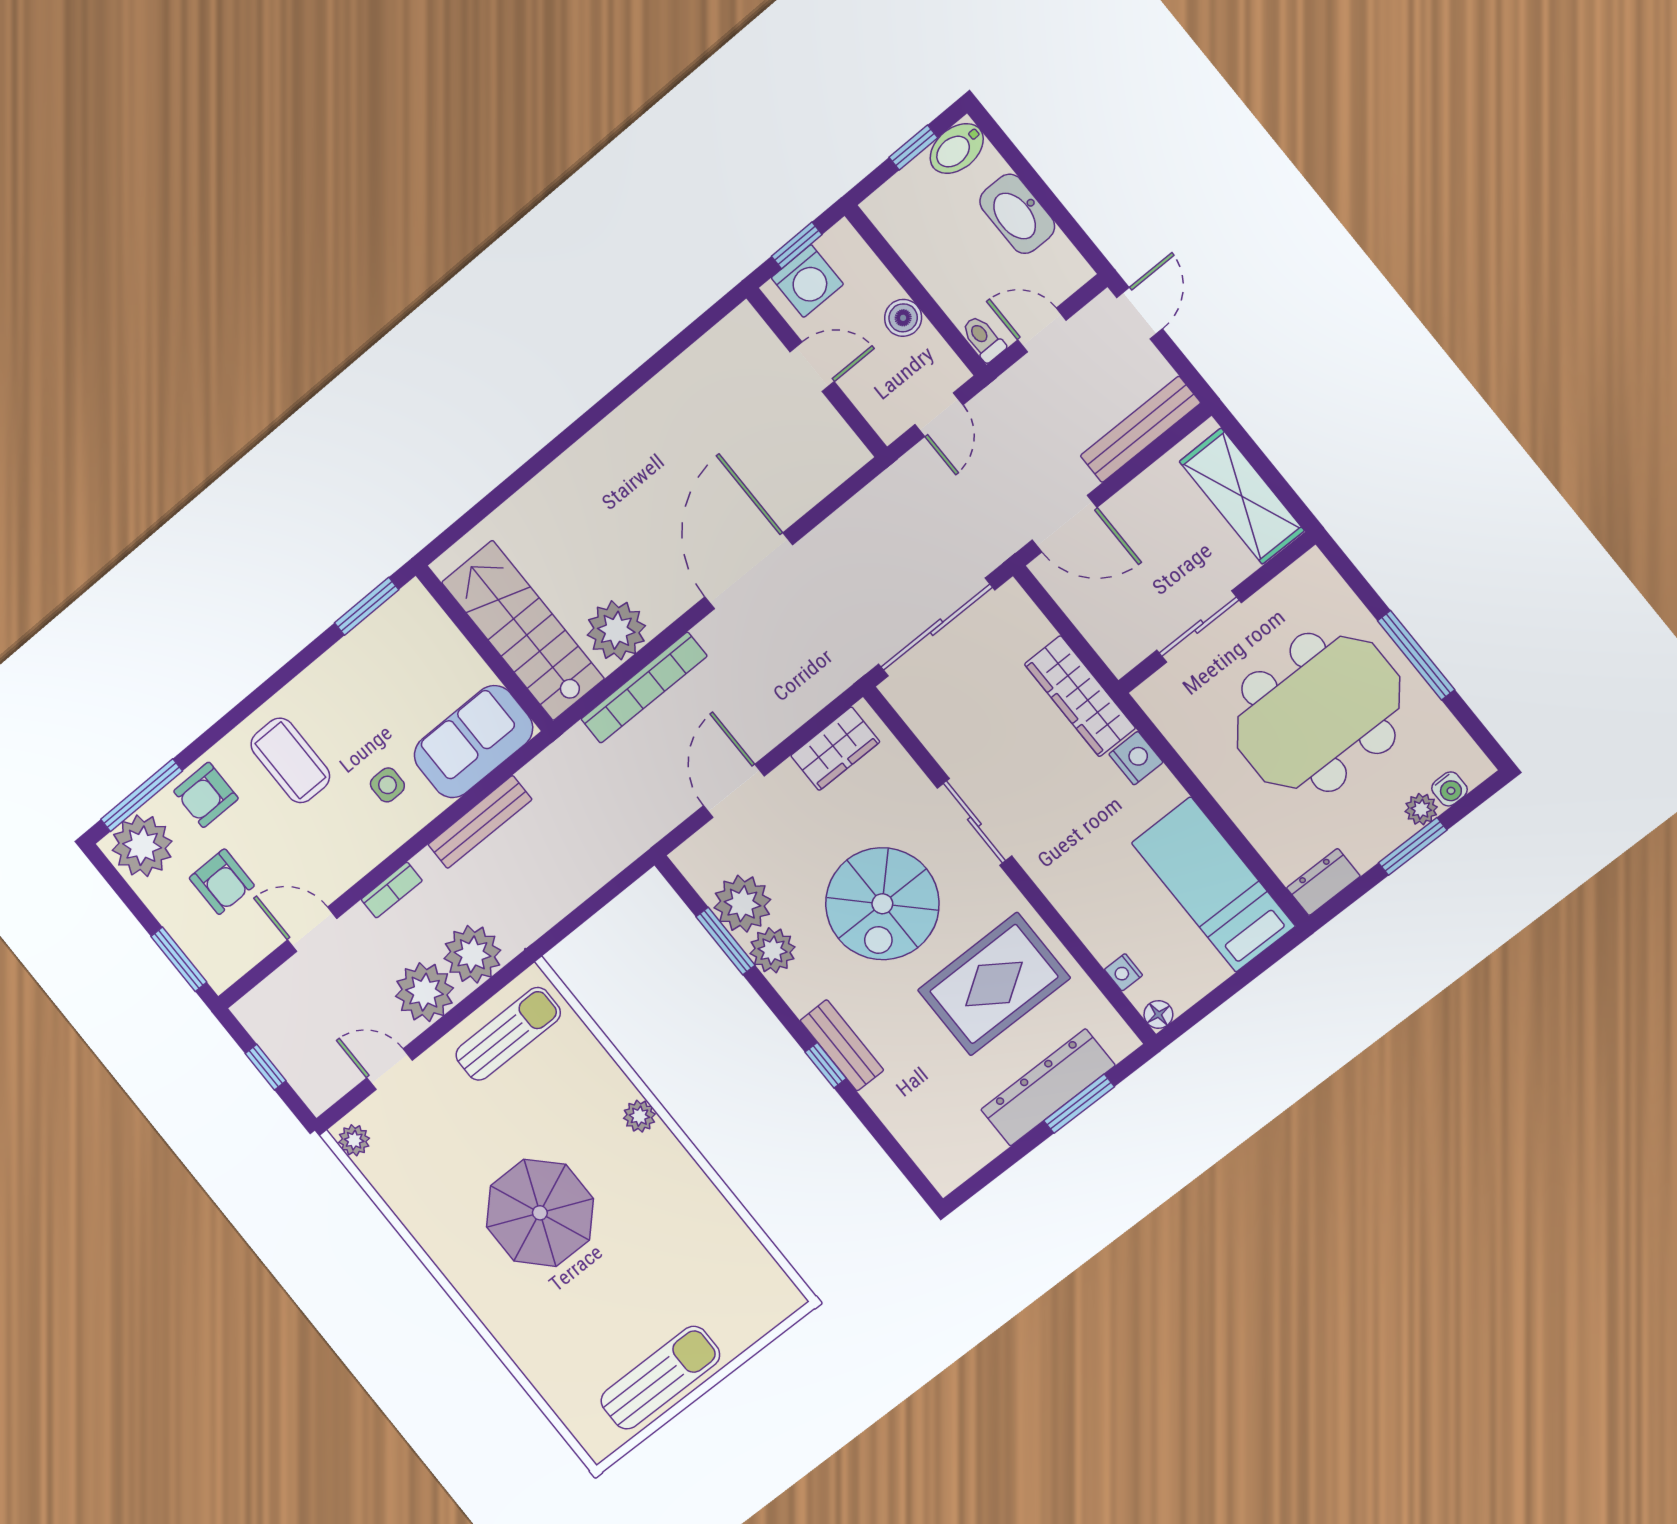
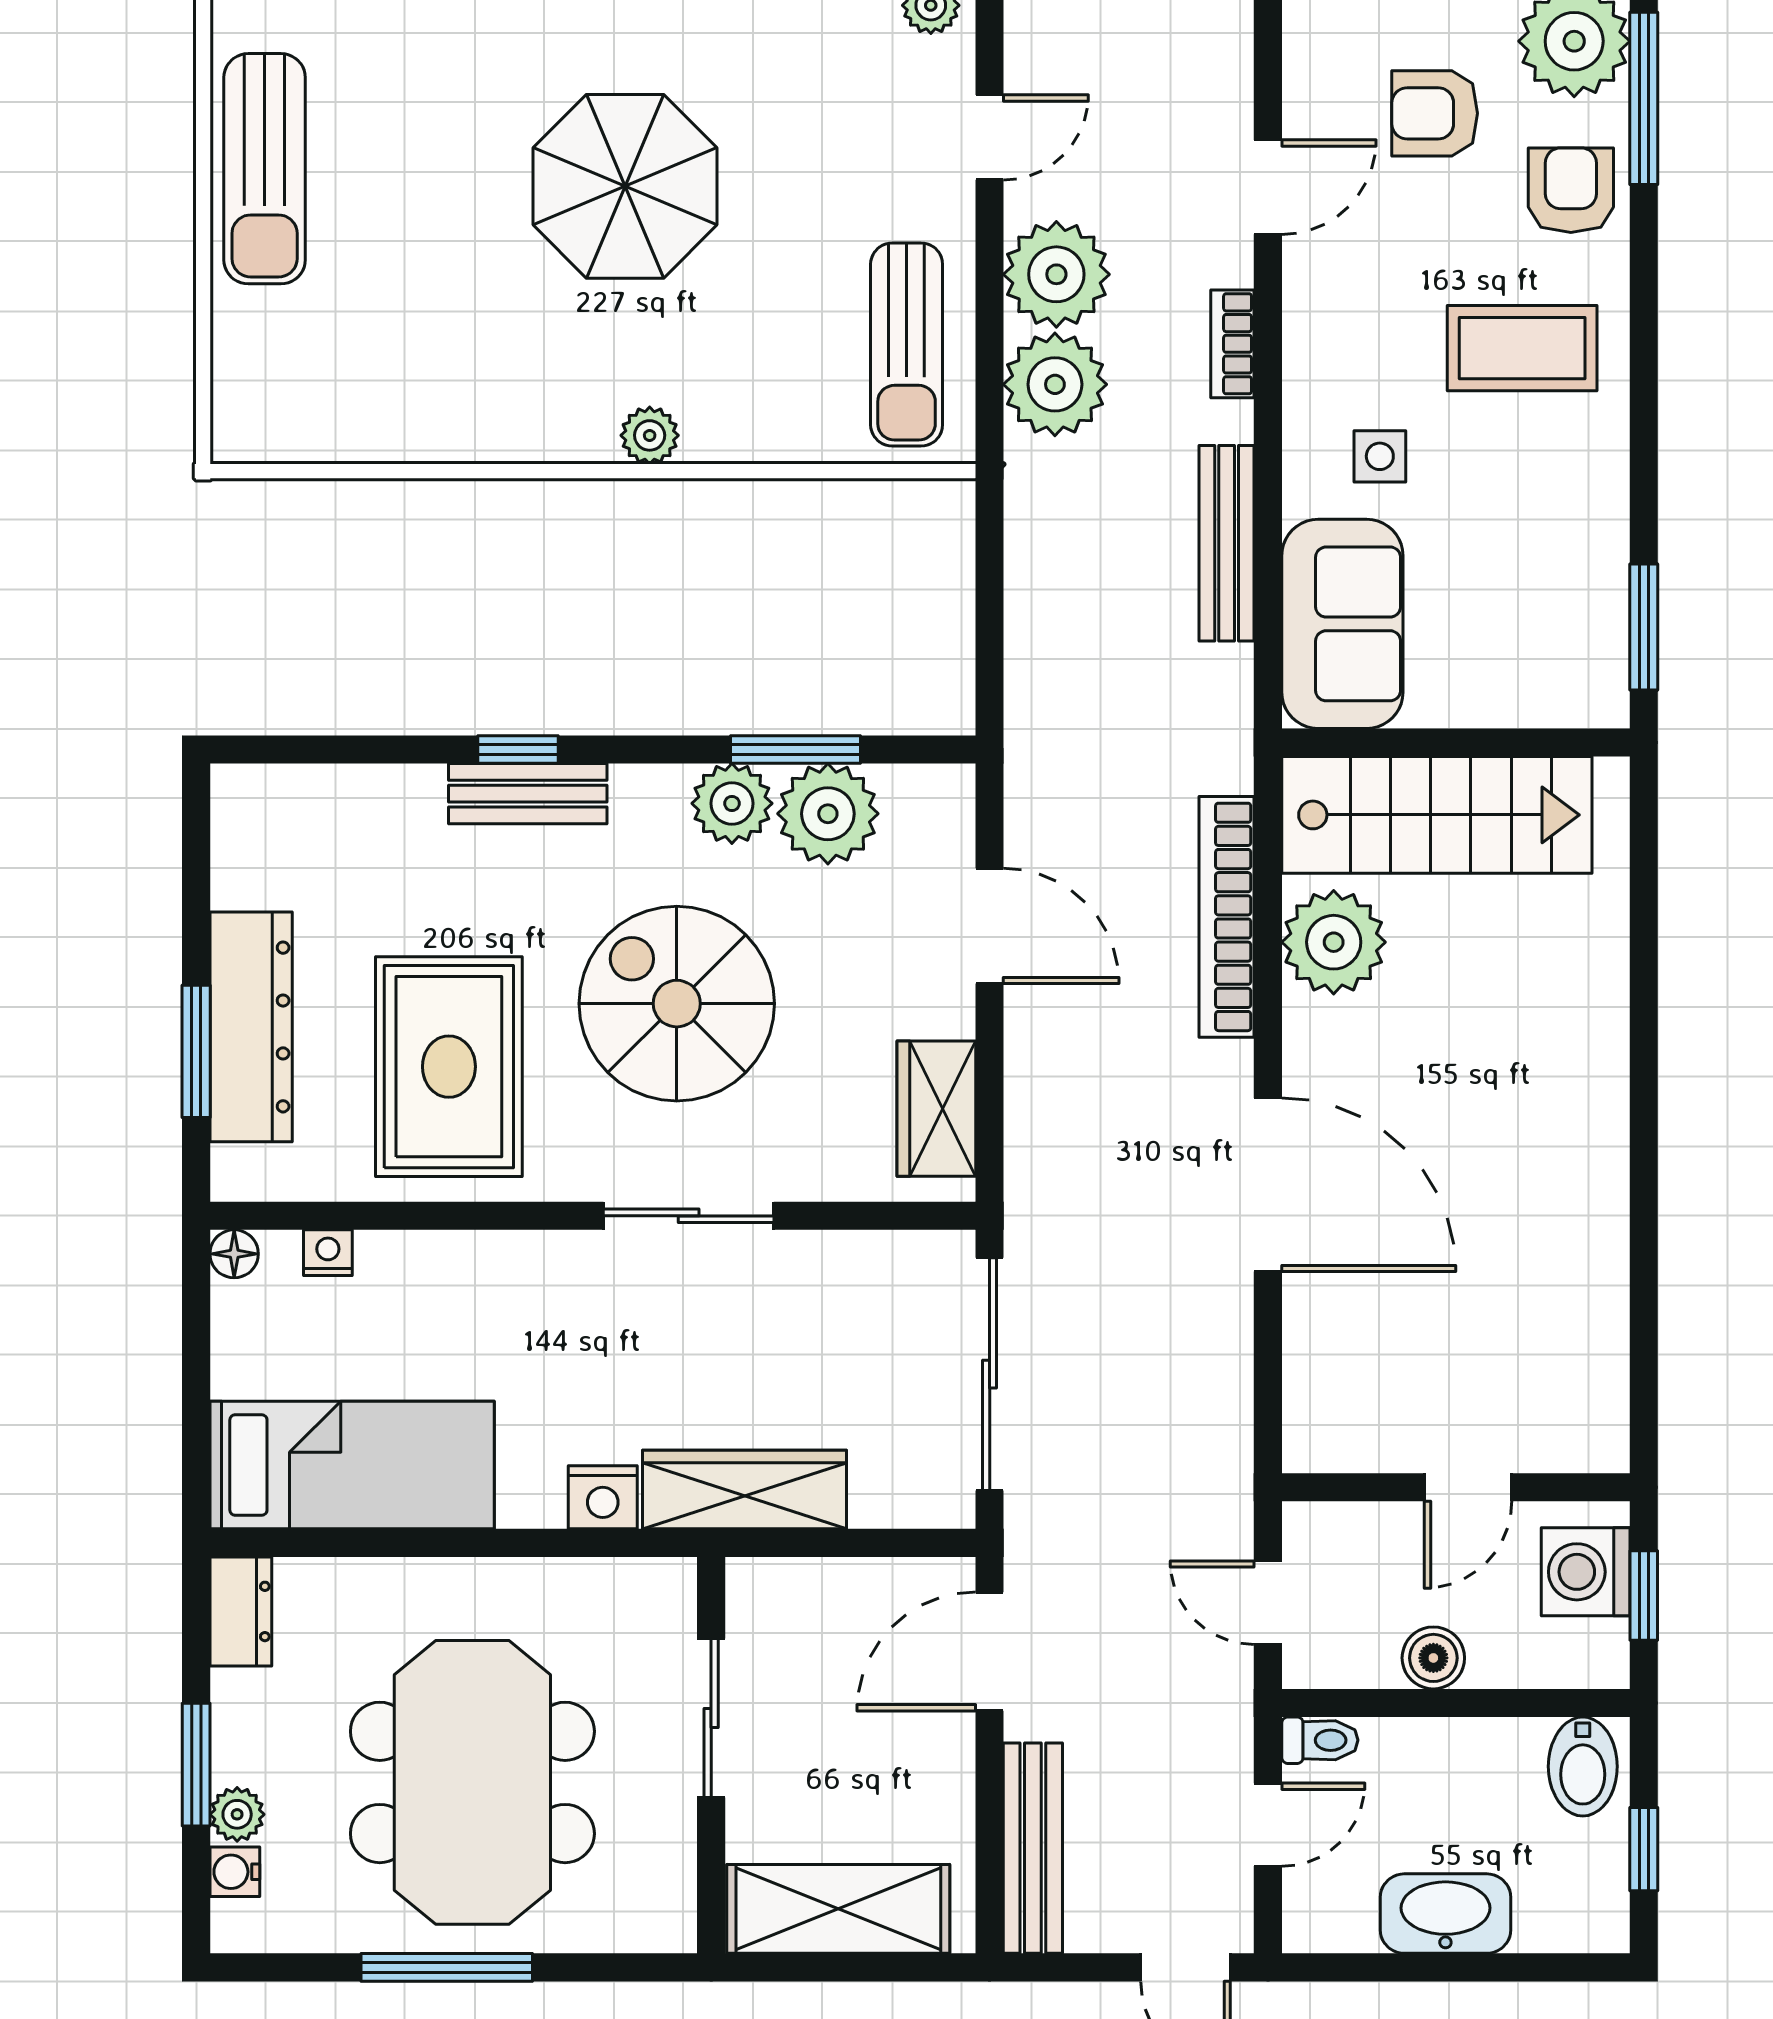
bidet: (957, 148) -> (1583, 1766), moved, turned 180

